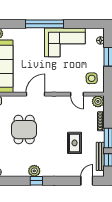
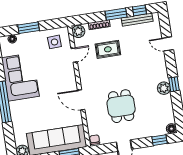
dining table: (24, 130) -> (121, 106), turned 90
rug: (75, 143) -> (108, 49), moved
door: (87, 181) -> (168, 44), moved

